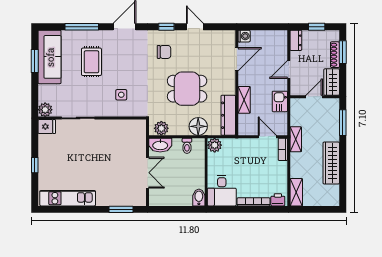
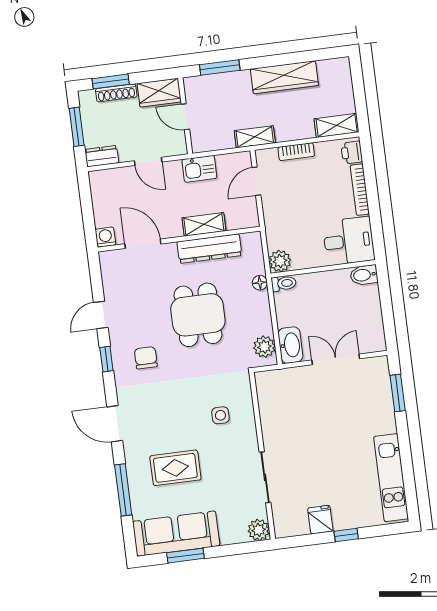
window: (317, 27) -> (77, 127), width x1.50
dresser: (228, 115) -> (209, 249), moved
floor lamp: (198, 126) -> (260, 283), width x0.53, depth x0.53
fridge: (47, 127) -> (320, 520), moved
toilet: (187, 146) -> (284, 283), moved
bookcase: (283, 149) -> (296, 152), moved

